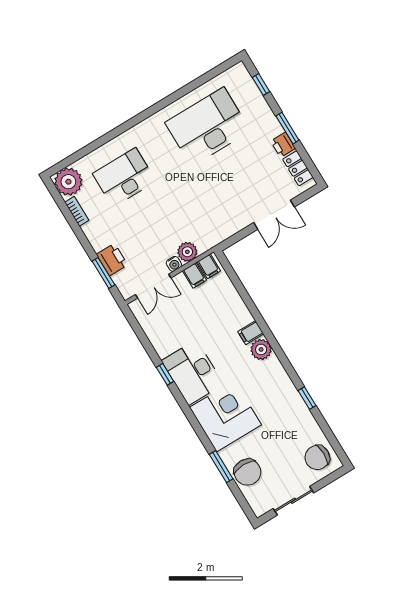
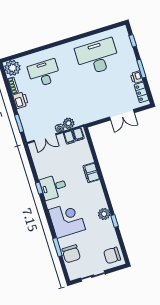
printer: (112, 260) -> (21, 100), moved
filing cabinet: (251, 333) -> (91, 173), width x2.00
plant: (261, 349) -> (104, 214), moved
desk: (193, 372) -> (53, 187), width x0.73

